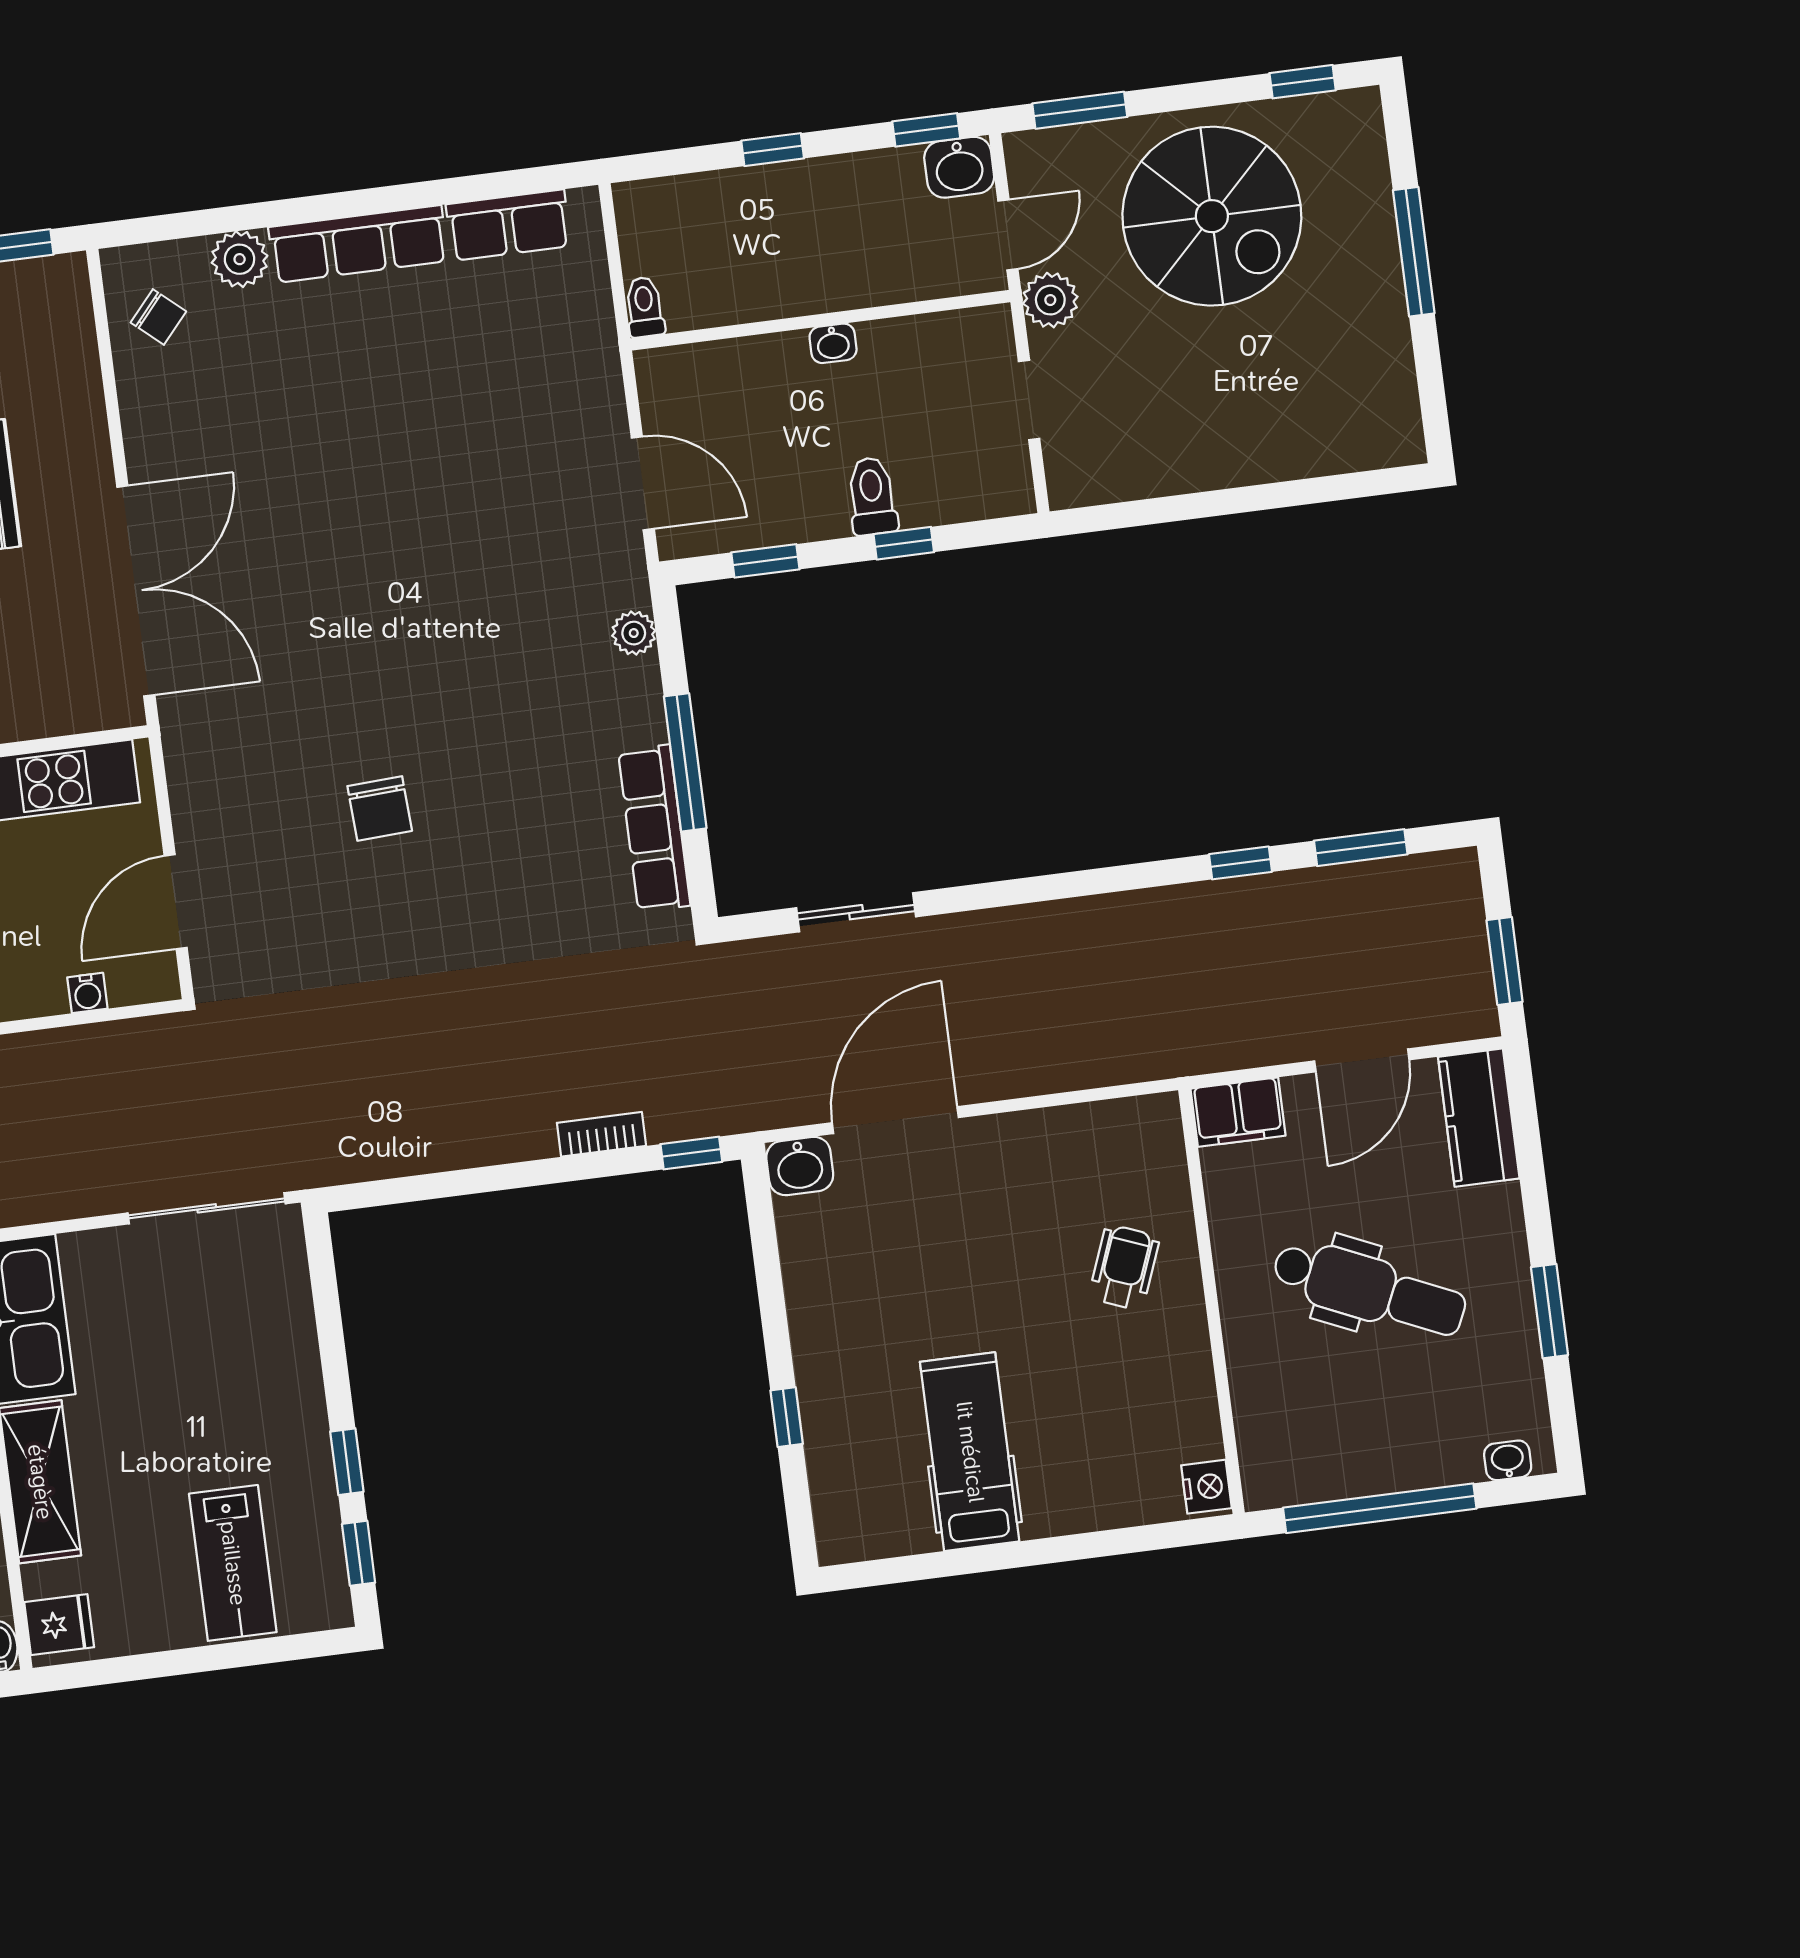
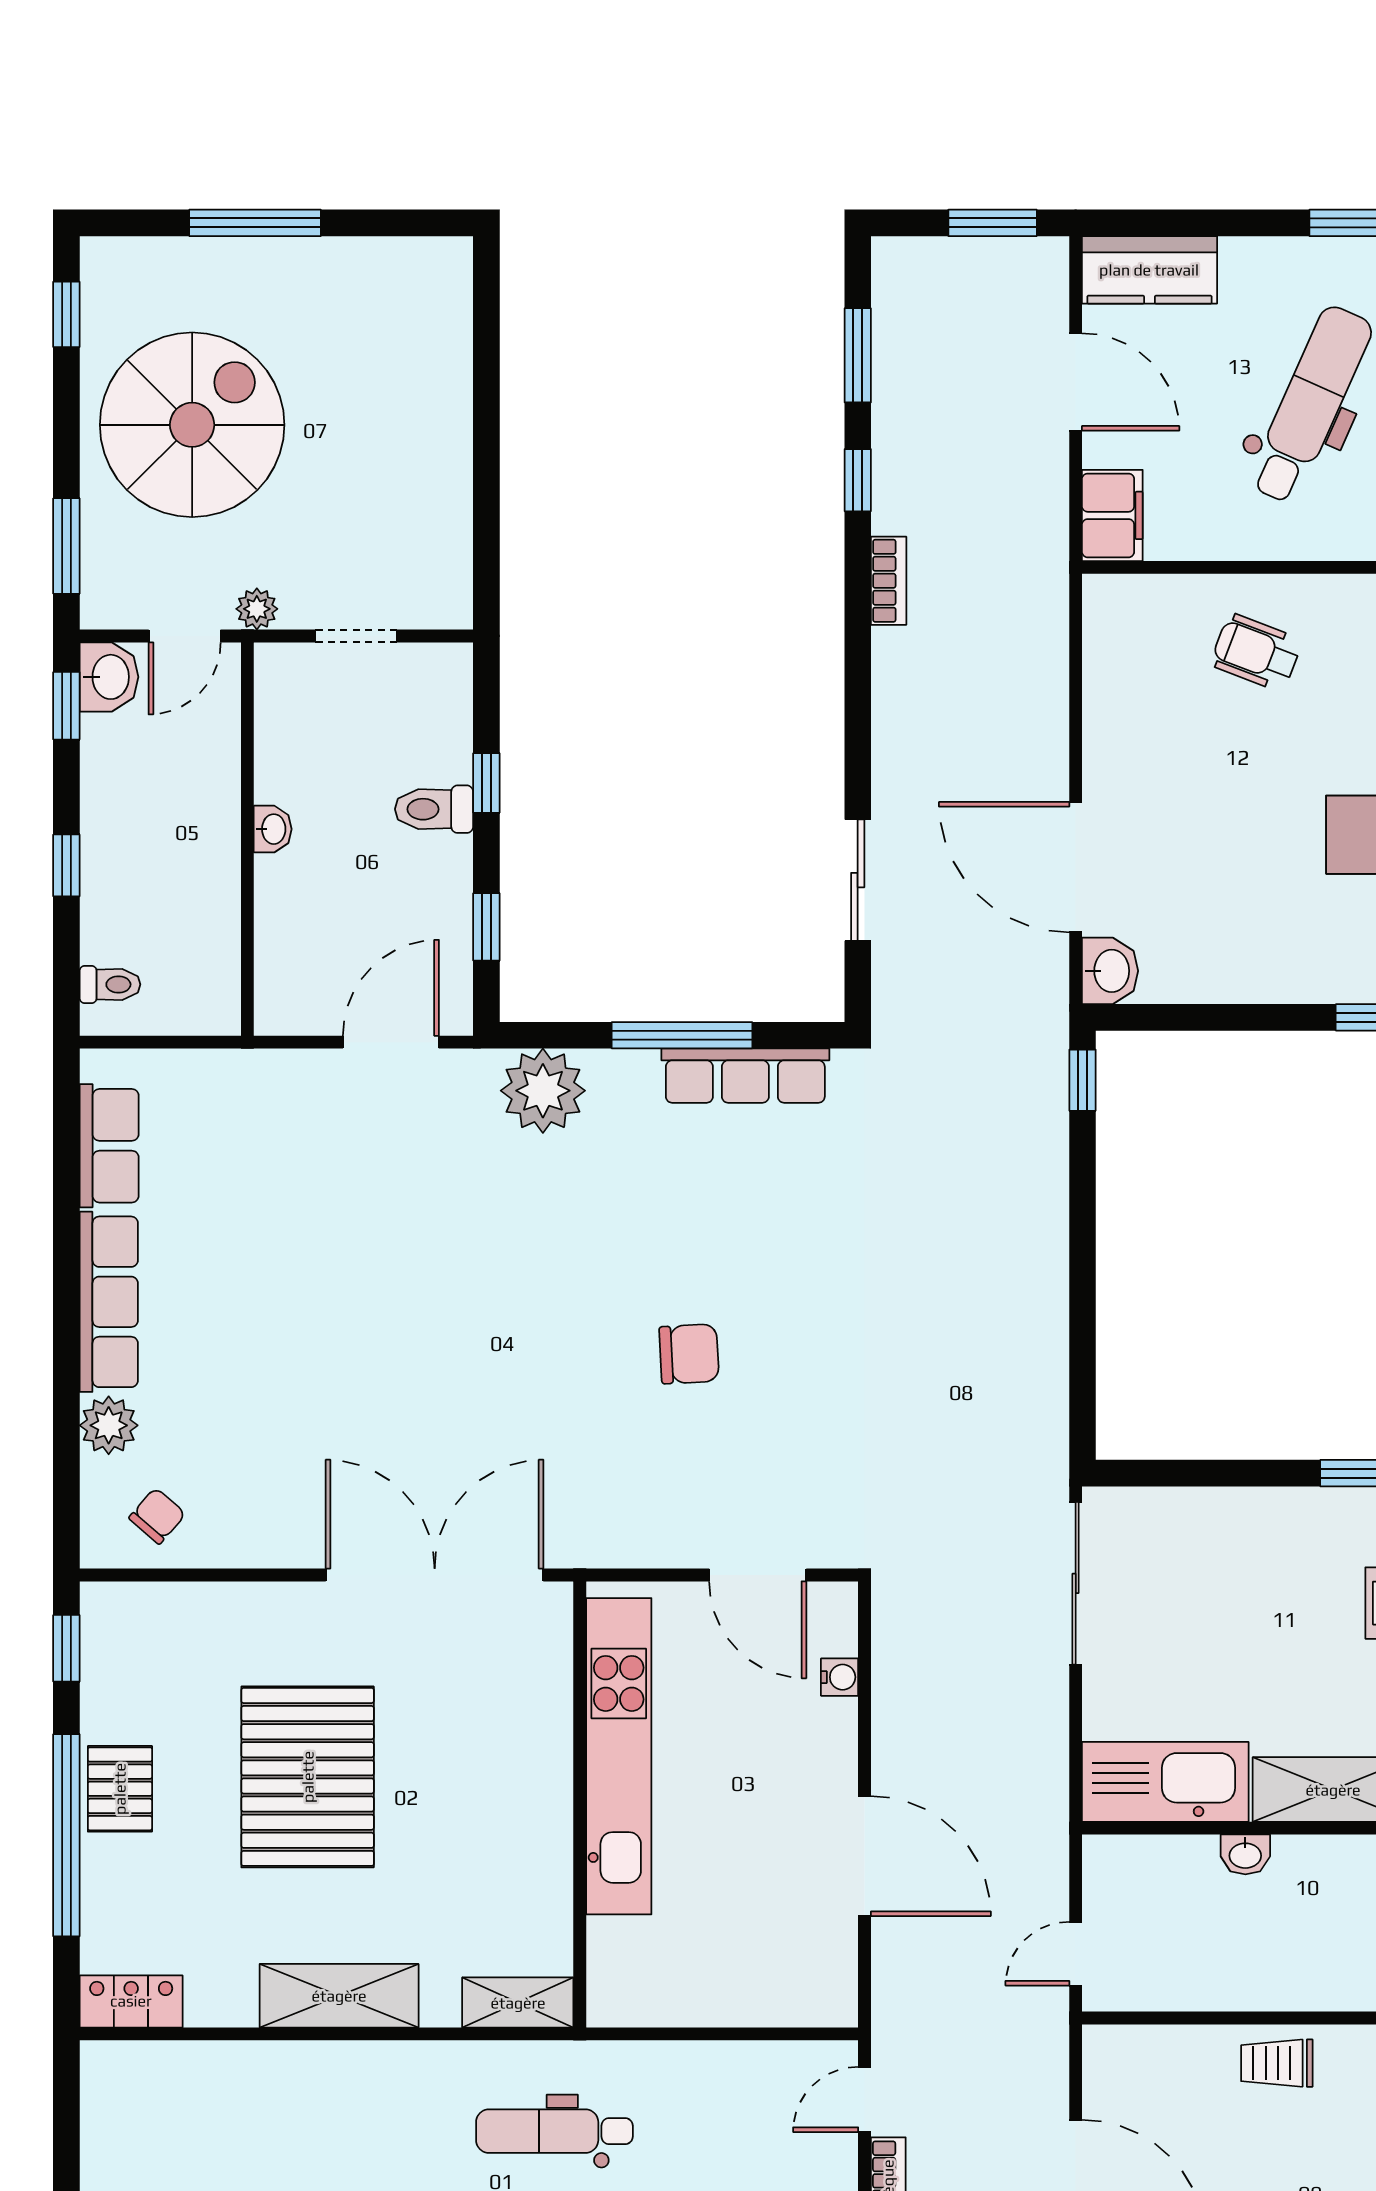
door: (1008, 235) -> (185, 636), swing flipped
plant: (1050, 300) -> (257, 609), width x0.73, depth x0.73
toilet: (645, 307) -> (110, 984), moved, turned 180
plant: (634, 633) -> (543, 1091), width x1.88, depth x1.88
bookcase: (602, 1134) -> (889, 581), moved, turned 180

